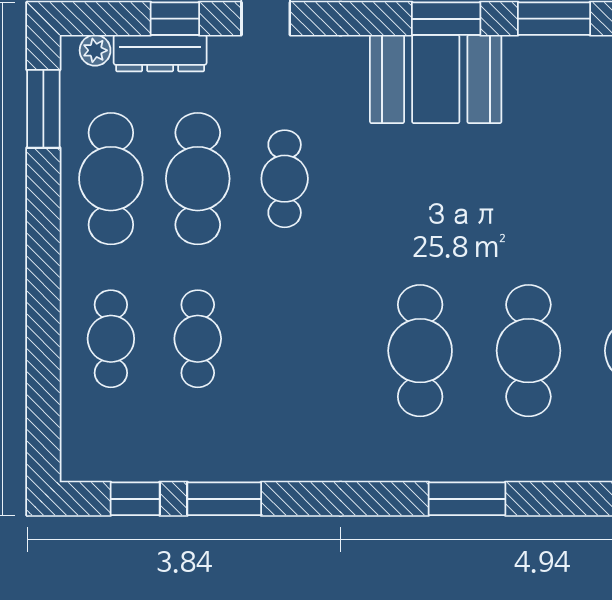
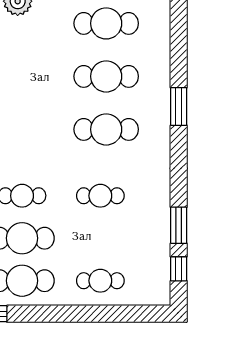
cafe table: (198, 339) -> (100, 196), moved

